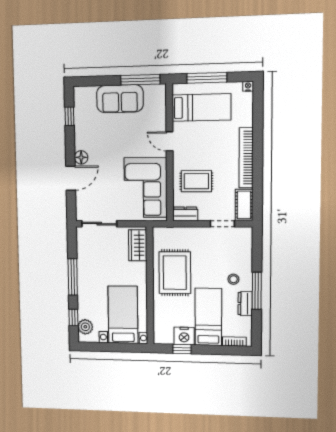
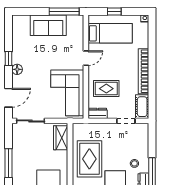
window: (207, 78) -> (114, 11), width x0.46
window: (69, 116) -> (8, 58), moved
door: (169, 141) -> (86, 58), swing flipped
door: (71, 178) -> (8, 98), moved

